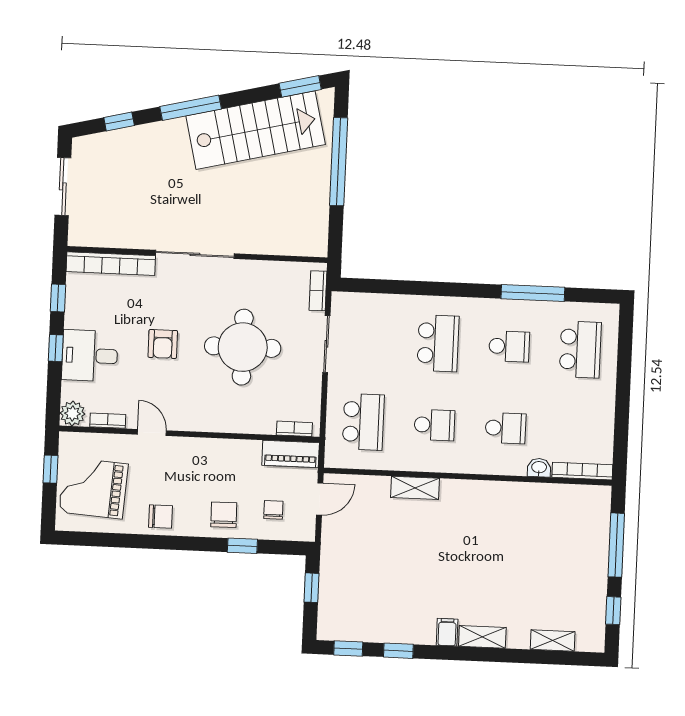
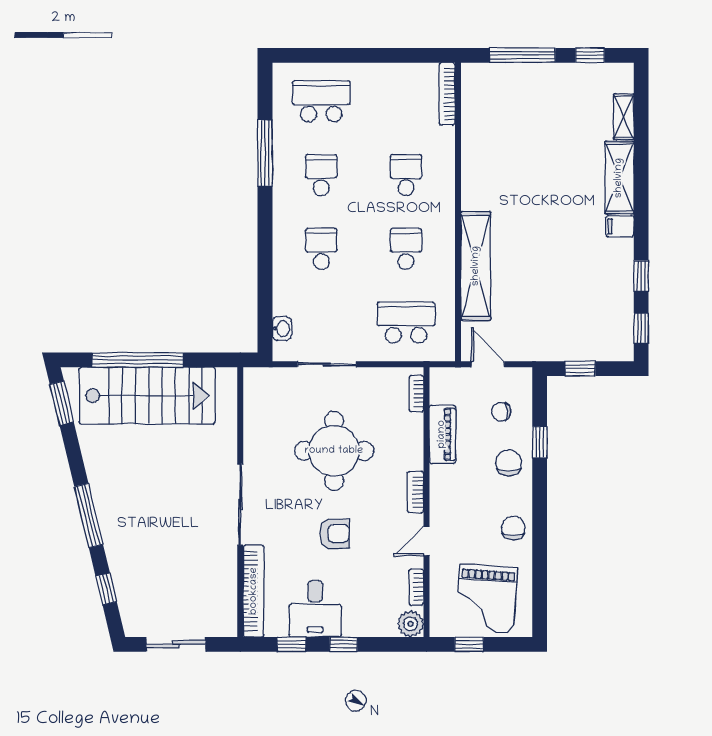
stairs: (256, 130) -> (147, 396), moved, turned 103
bookcase: (318, 291) -> (415, 492), moved, turned 90
school desk: (438, 343) -> (321, 249), width x0.54
desk: (90, 356) -> (315, 609), moved
piano: (291, 454) -> (442, 434), moved
washbasin: (539, 468) -> (282, 329), moved, turned 180
shelving: (415, 488) -> (476, 266), width x2.20, depth x1.33
chair: (224, 515) -> (508, 463), turned 91
shelving: (482, 637) -> (619, 178), width x1.50, depth x1.33

